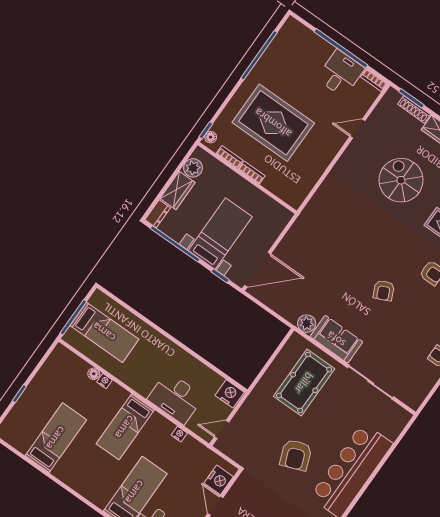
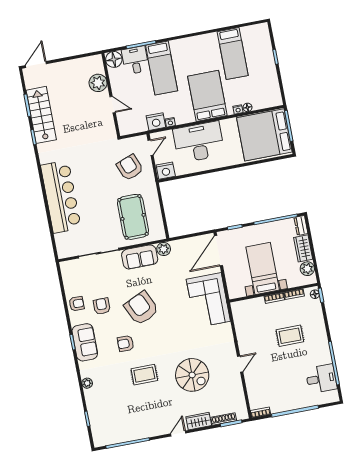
desk: (341, 73) -> (321, 379), moved, turned -90
rug: (273, 123) -> (290, 336), width x0.54, depth x0.49
door: (357, 129) -> (240, 364), moved
bed with nightstands: (220, 234) -> (263, 268), moved, turned 180
corner sofa: (314, 234) -> (208, 300), added
armchair: (384, 290) -> (141, 308), width x1.88, depth x1.88
armchair: (418, 330) -> (102, 306), added
bed: (104, 332) -> (264, 135), width x2.04
desk: (176, 398) -> (199, 142), width x1.36, depth x1.30
bed: (125, 427) -> (207, 96), width x1.50
armchair: (296, 455) -> (130, 167), moved
nightstand: (219, 480) -> (156, 122), moved, turned -90

